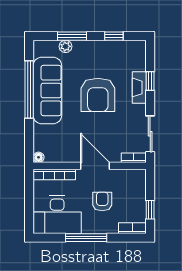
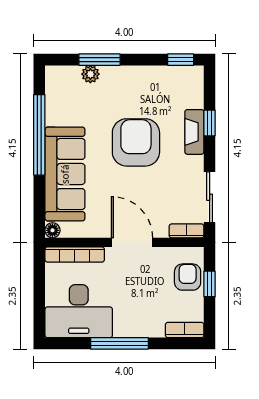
window: (114, 36) -> (181, 60), moved
sofa: (47, 91) -> (65, 174), moved
armchair: (98, 95) -> (136, 142), turned 180
armchair: (102, 201) -> (188, 277), moved
window: (150, 210) -> (210, 284), moved

